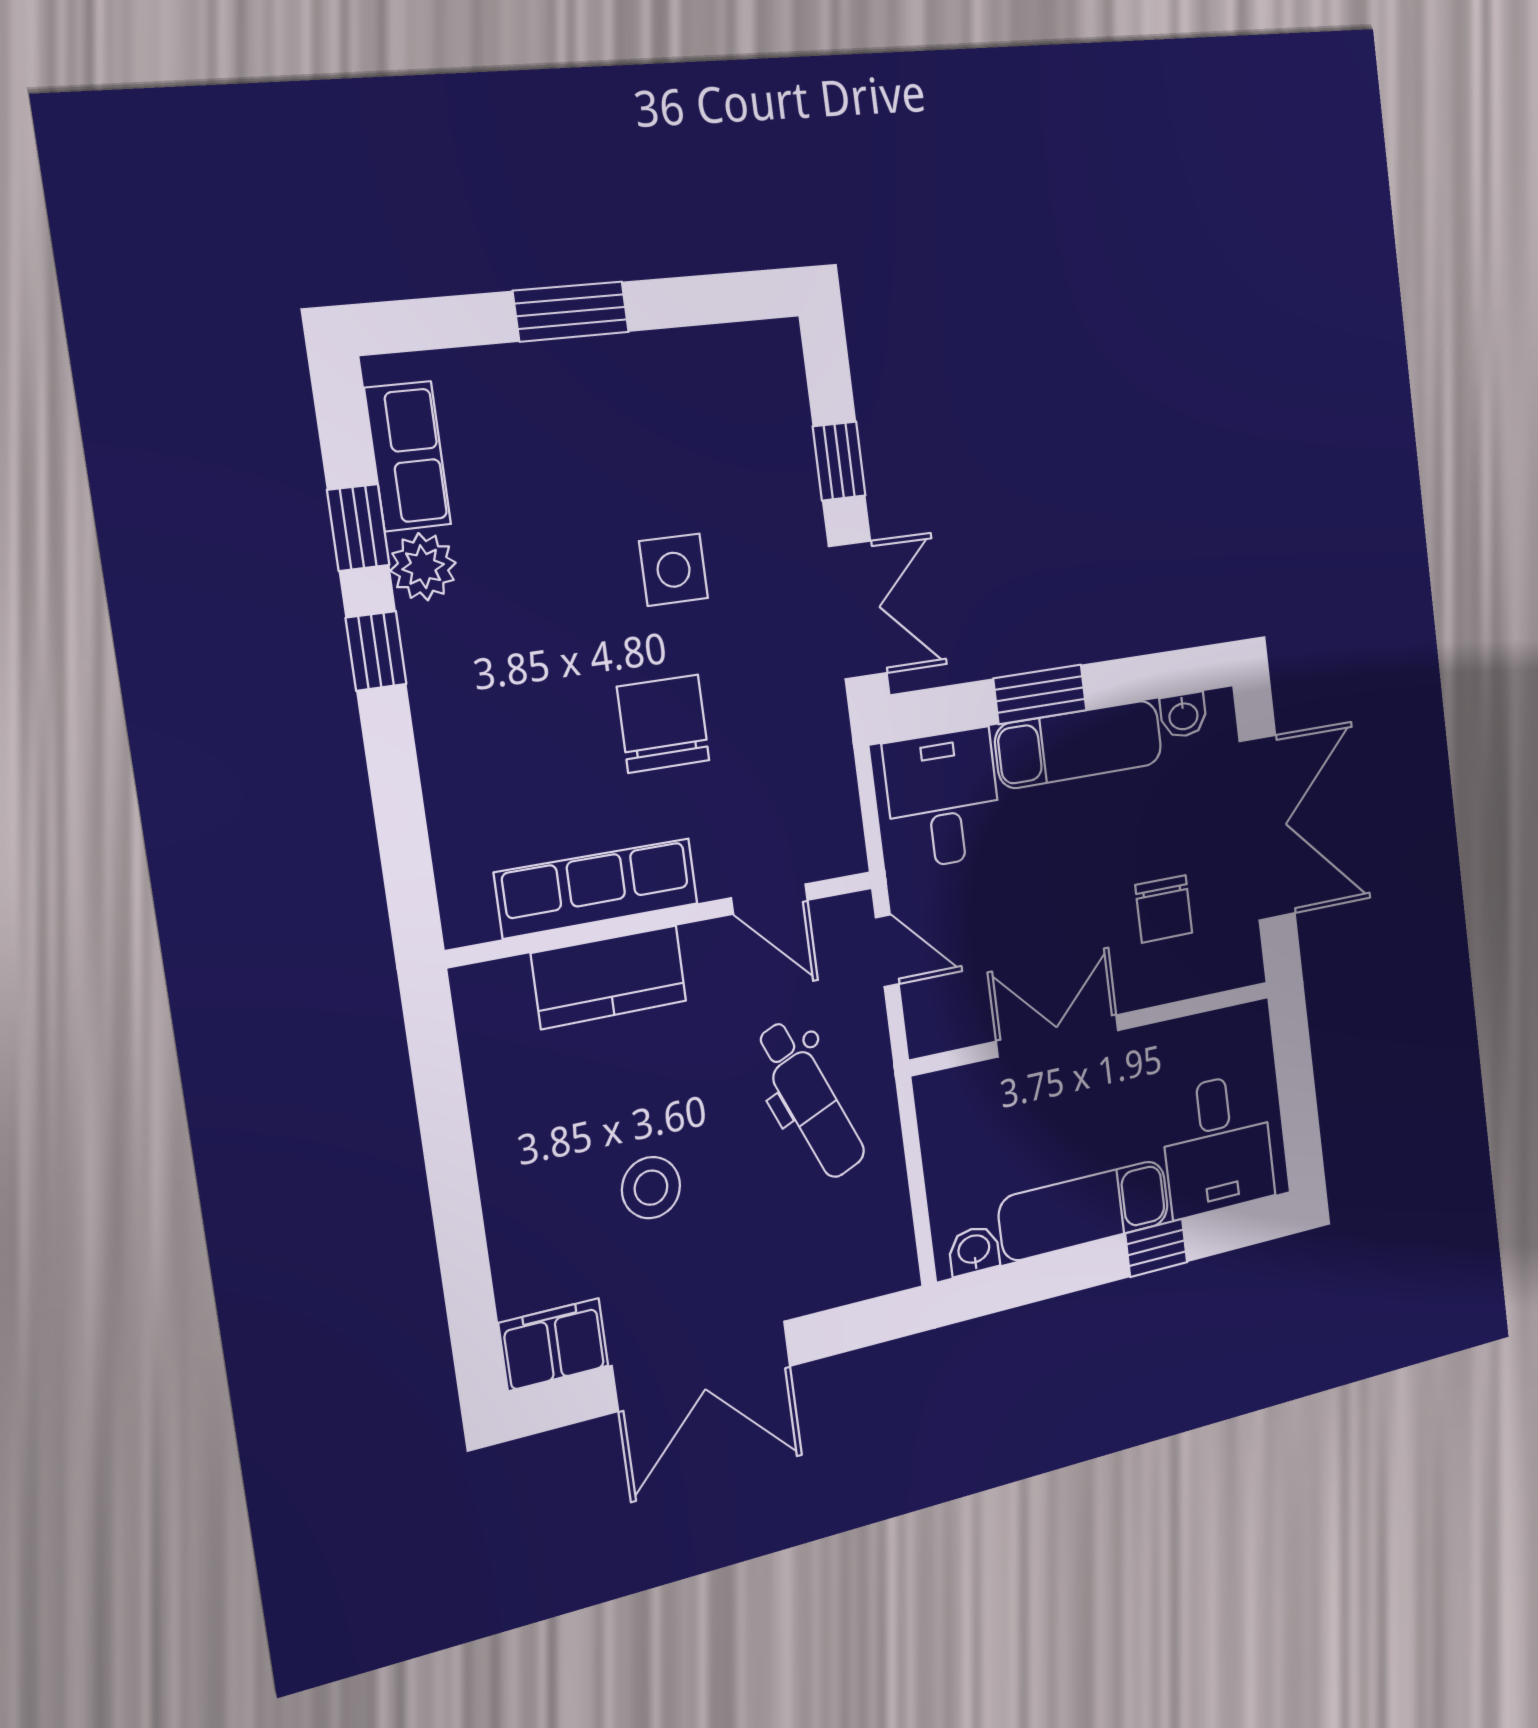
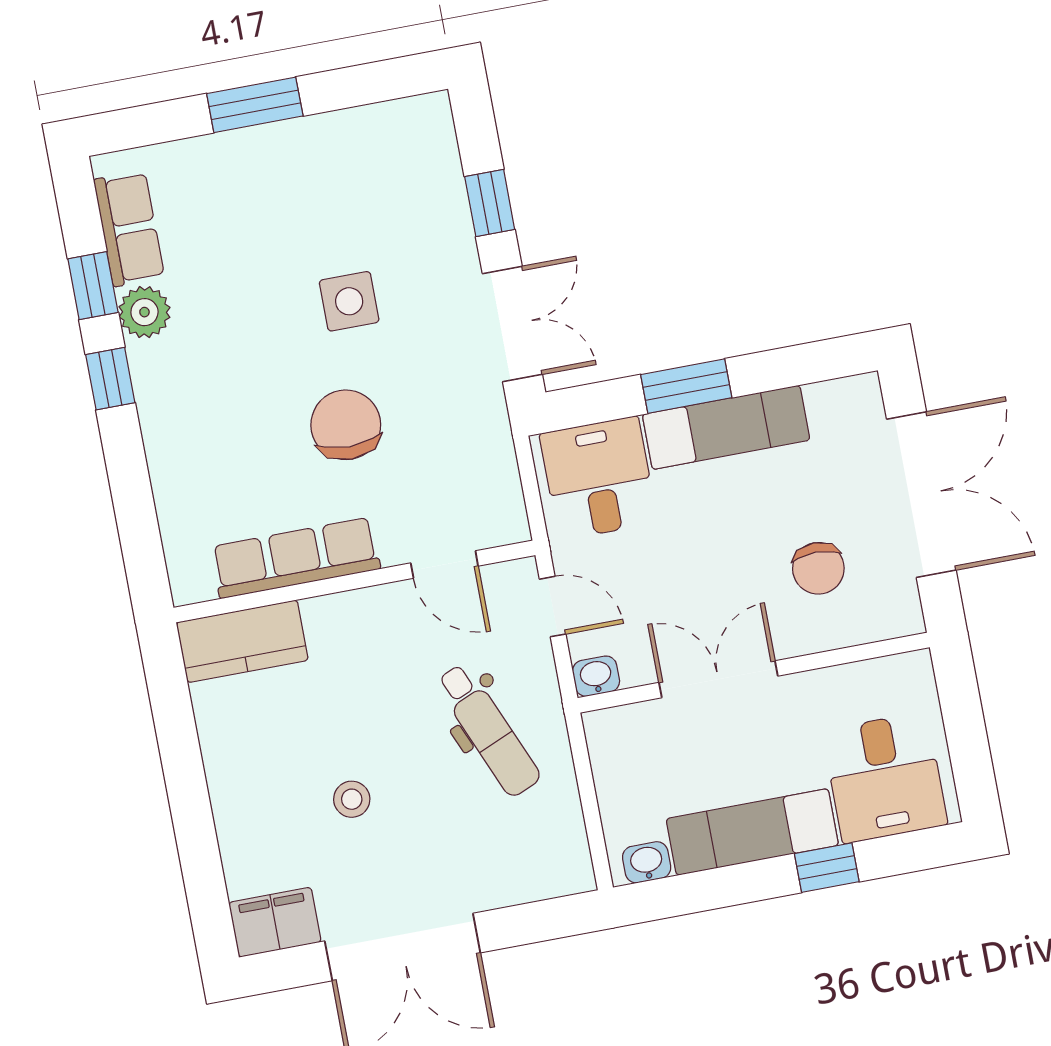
washbasin: (1183, 715) -> (596, 676), moved, turned 180
kitchen counter: (609, 977) -> (242, 641), moved
stool: (651, 1188) -> (352, 799), width x0.73, depth x0.73

